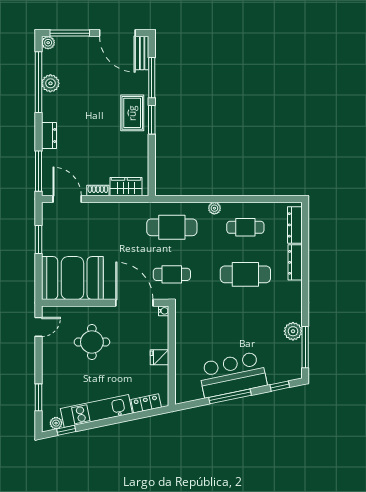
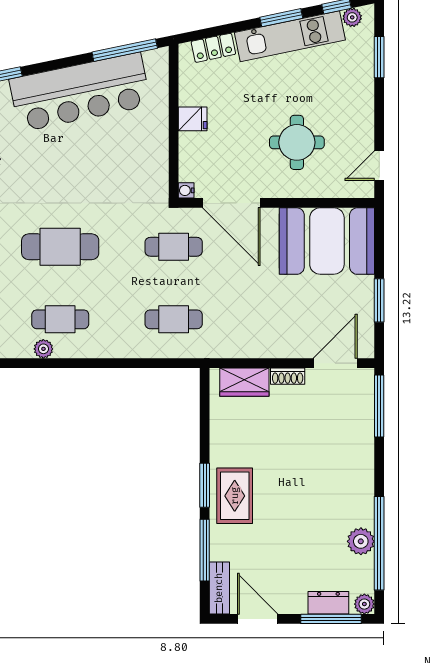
door: (117, 33) -> (258, 619), width x0.73
dresser: (49, 135) -> (328, 603), moved, turned 90
door: (67, 199) -> (335, 363), swing flipped
plant: (214, 208) -> (43, 349), moved
cafe table: (172, 227) -> (174, 319), width x0.73, depth x0.74
bar counter: (233, 375) -> (80, 92), width x1.36
window: (230, 396) -> (125, 50), moved
window: (102, 423) -> (281, 18), added

